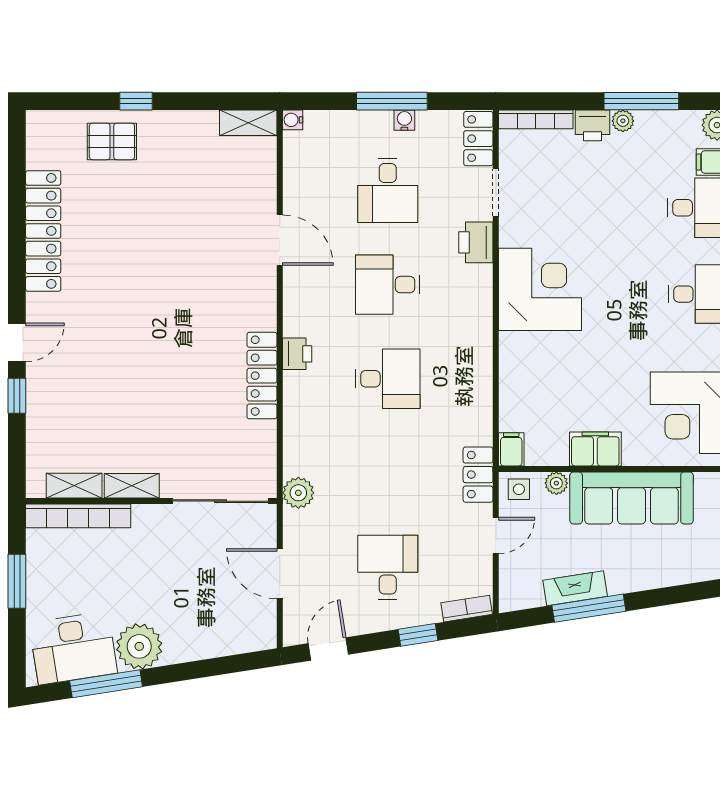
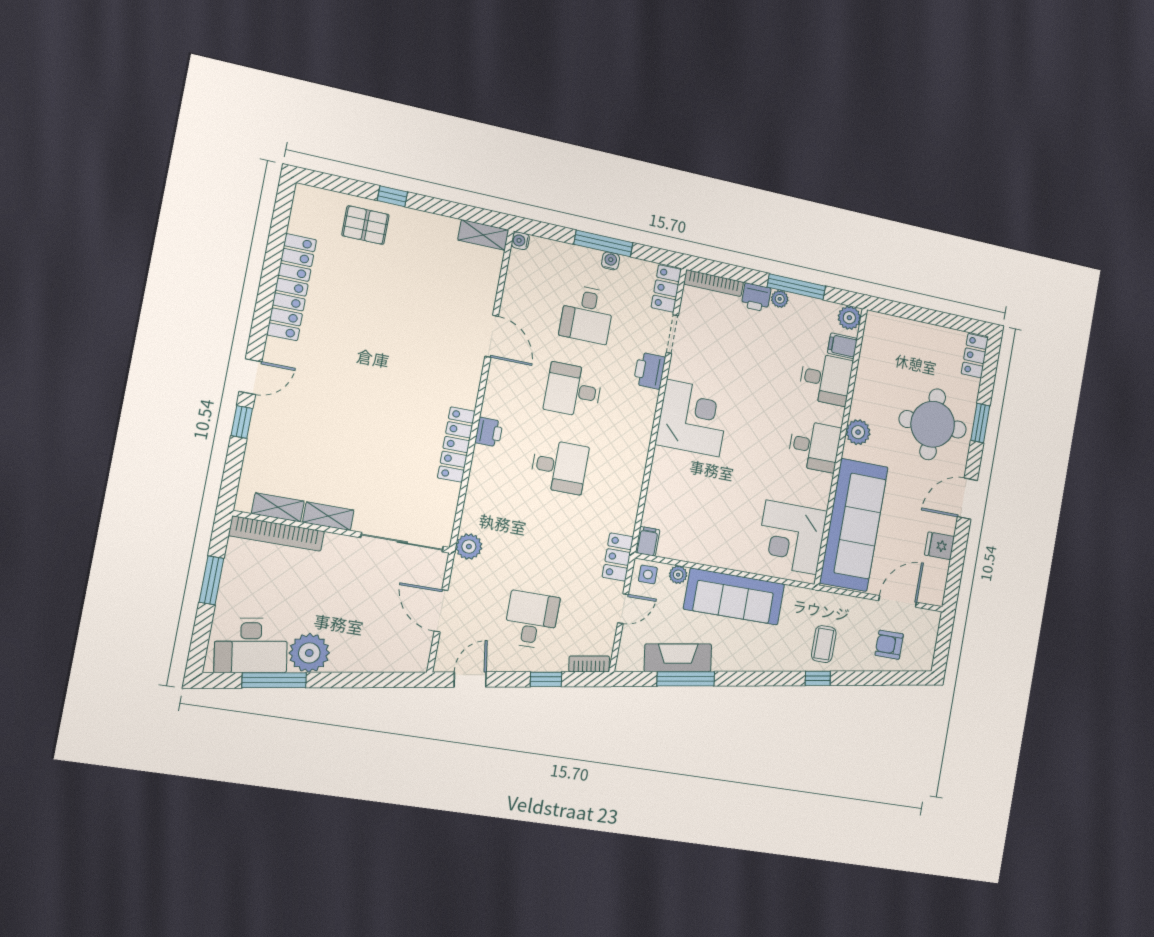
filing cabinet: (595, 449) -> (713, 553), removed
fireplace: (575, 588) -> (678, 658), width x1.37, depth x1.32

